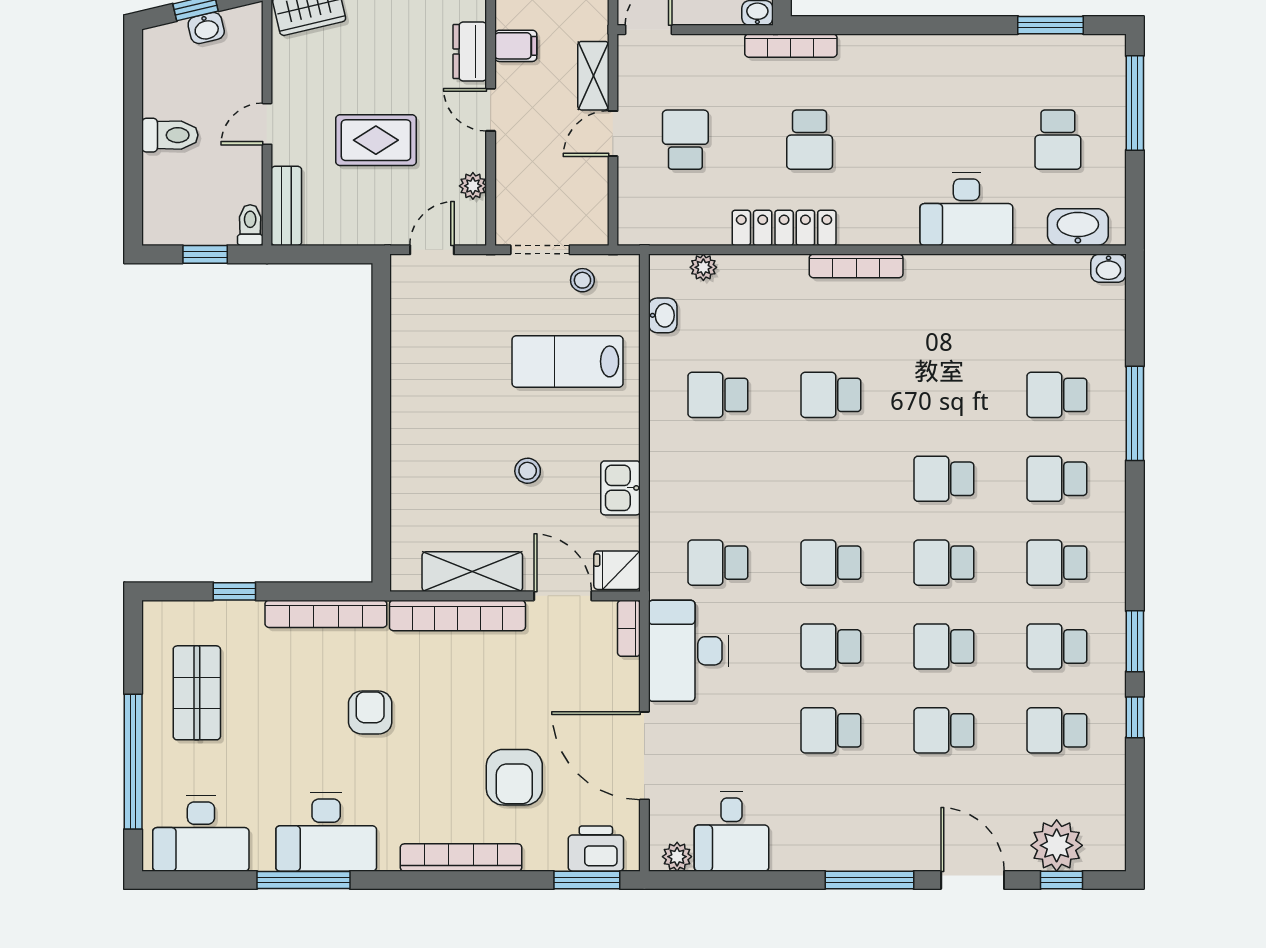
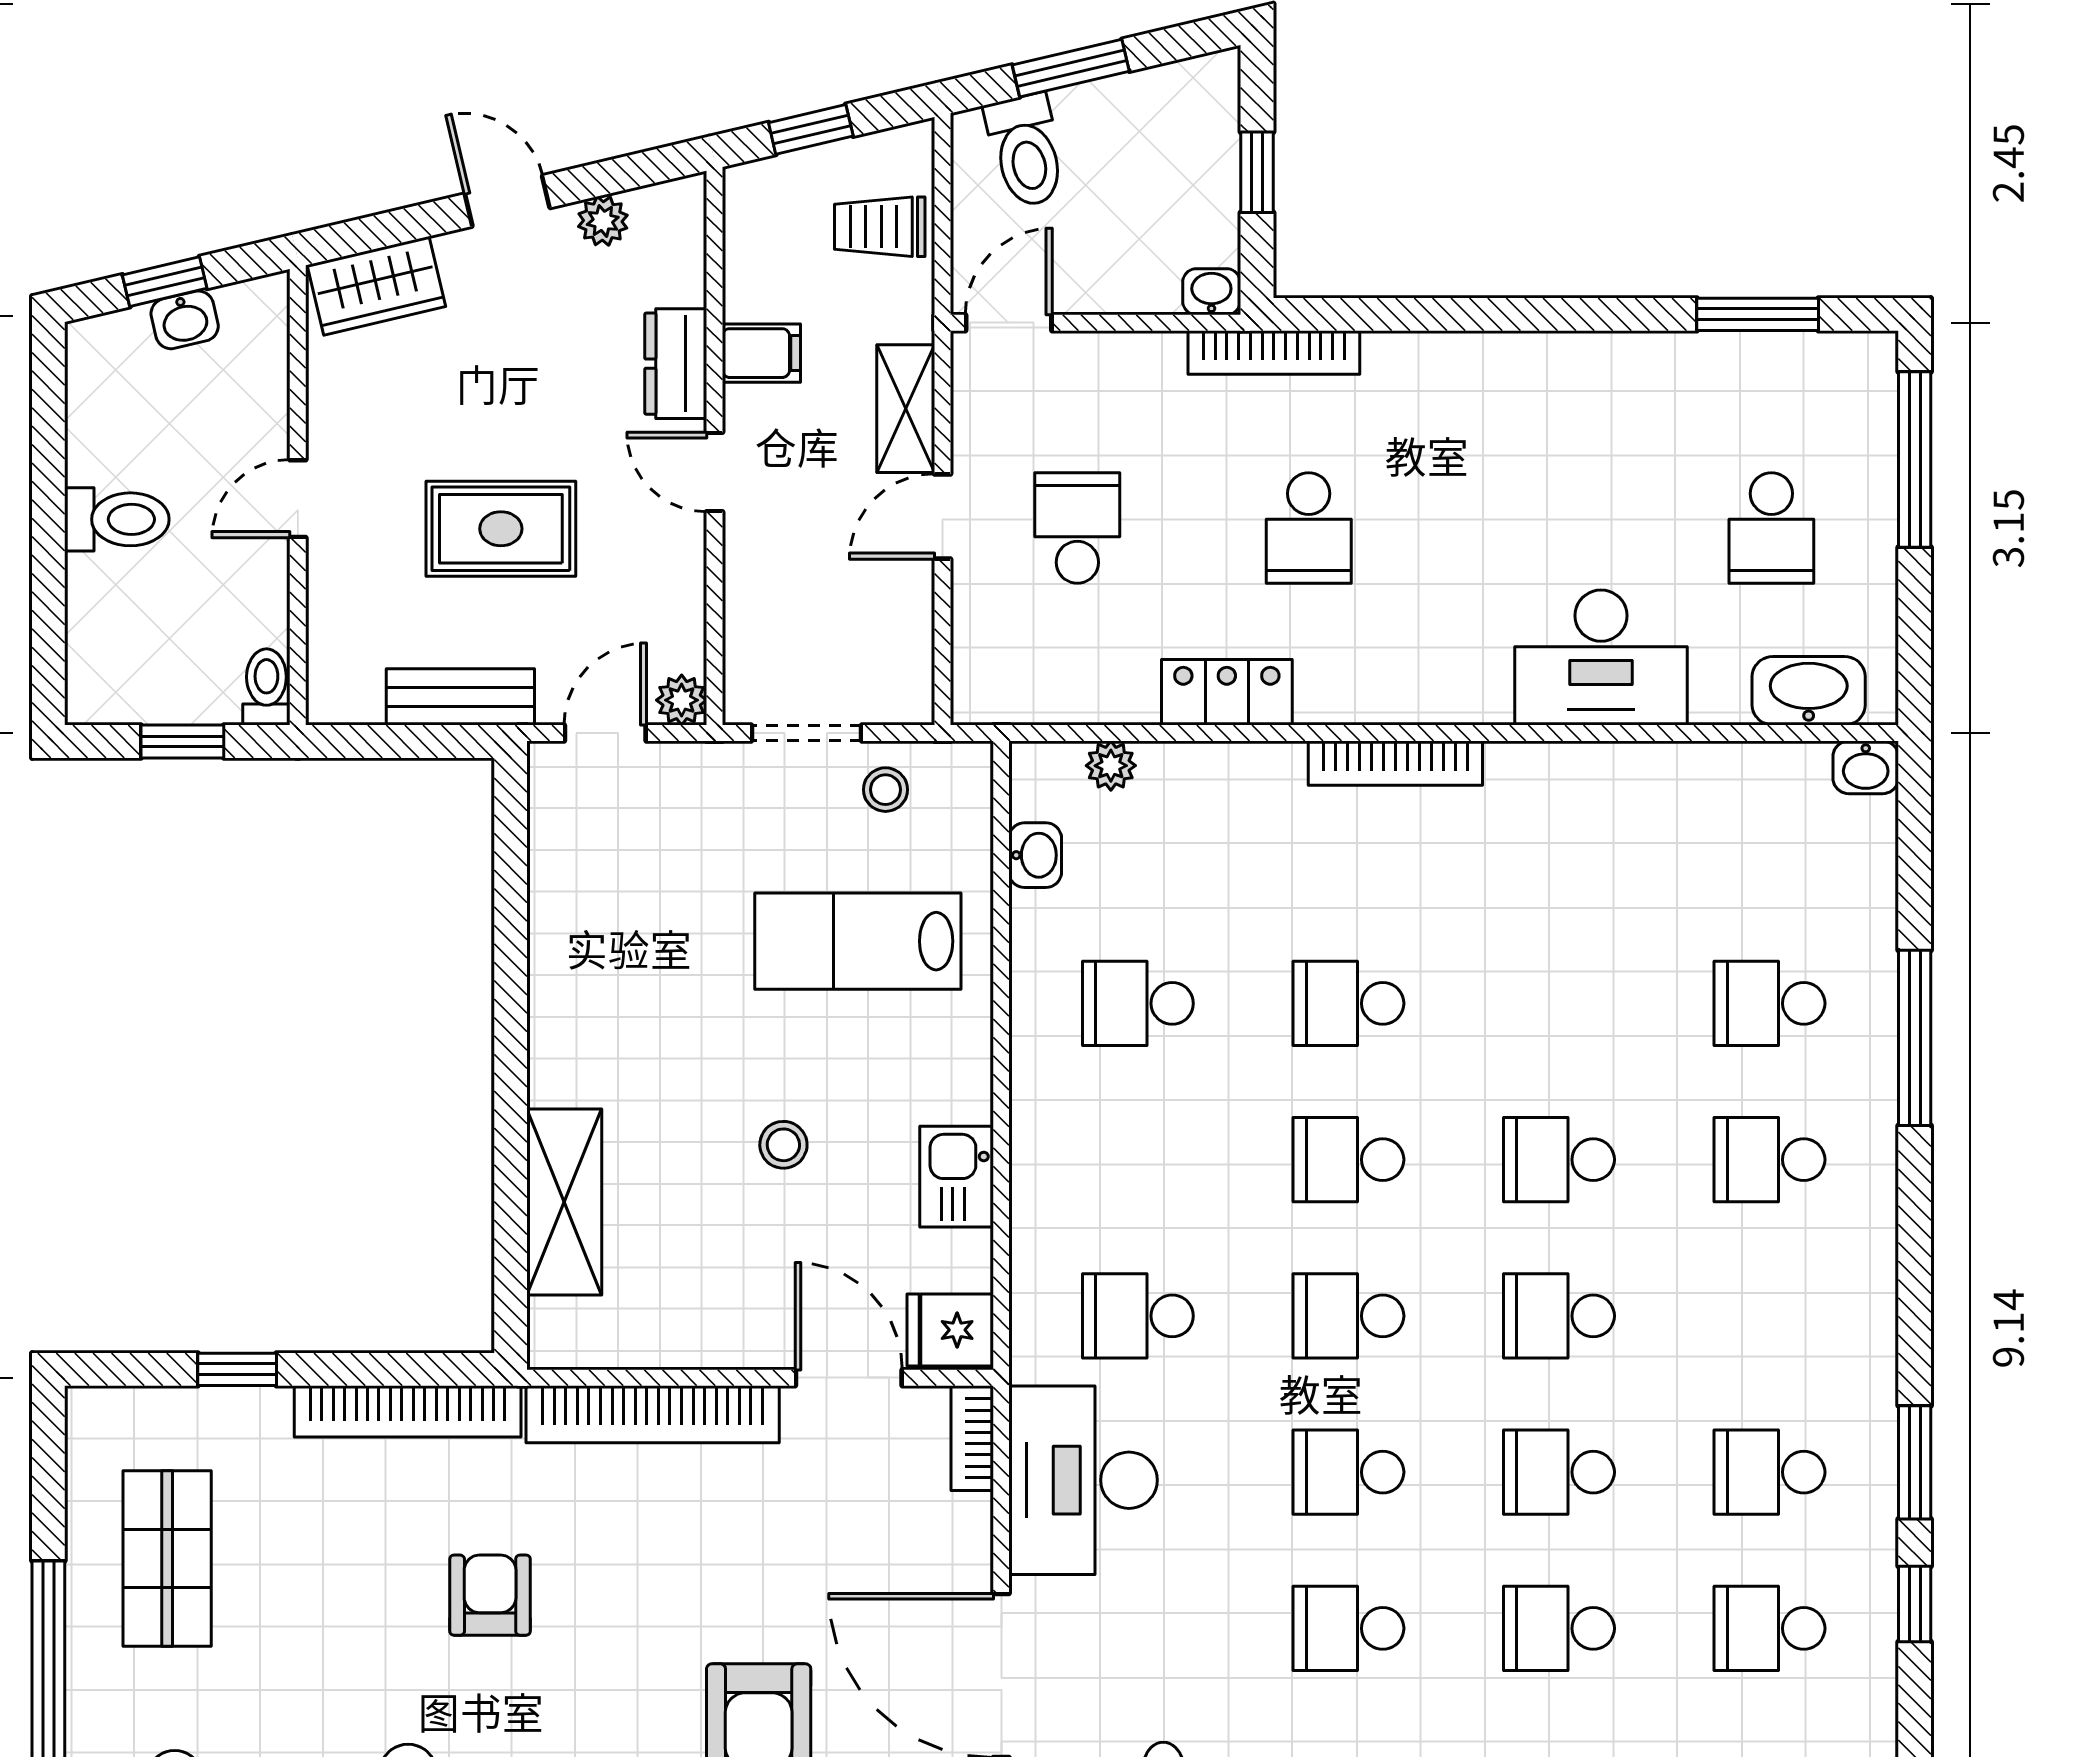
plant: (473, 186) -> (682, 700), moved
bench: (286, 206) -> (460, 697), moved, turned 90
locker: (784, 228) -> (1227, 692), width x0.66
school desk: (1057, 563) -> (1348, 1160), moved
shelving: (472, 572) -> (564, 1202), moved, turned 90

